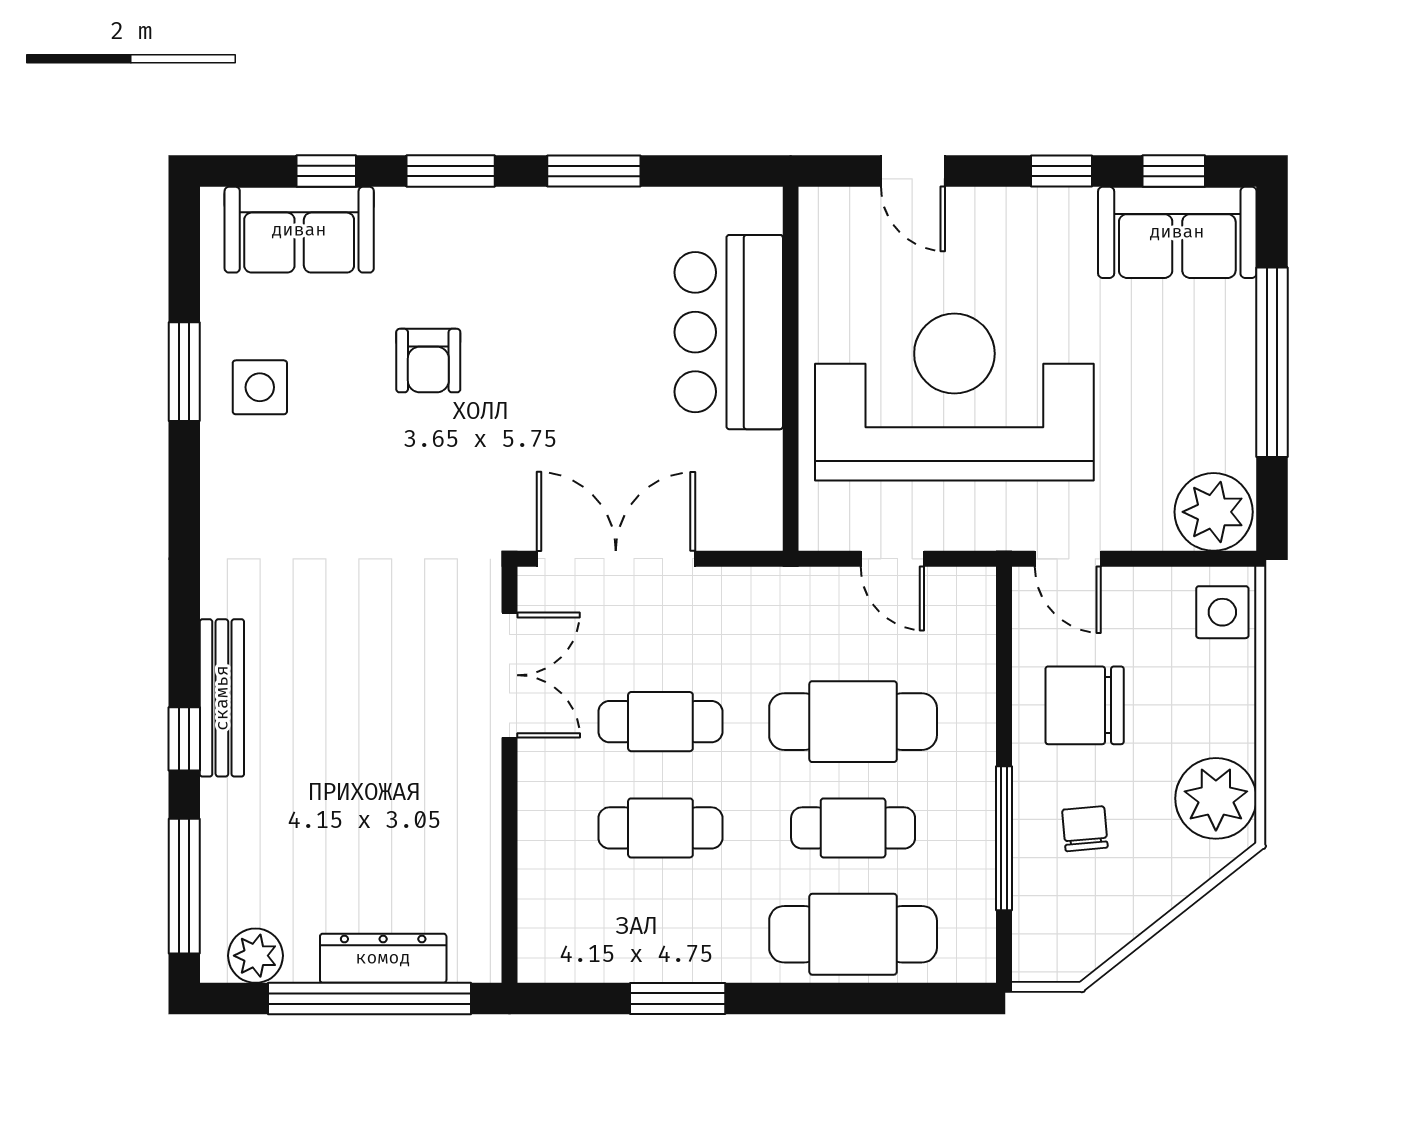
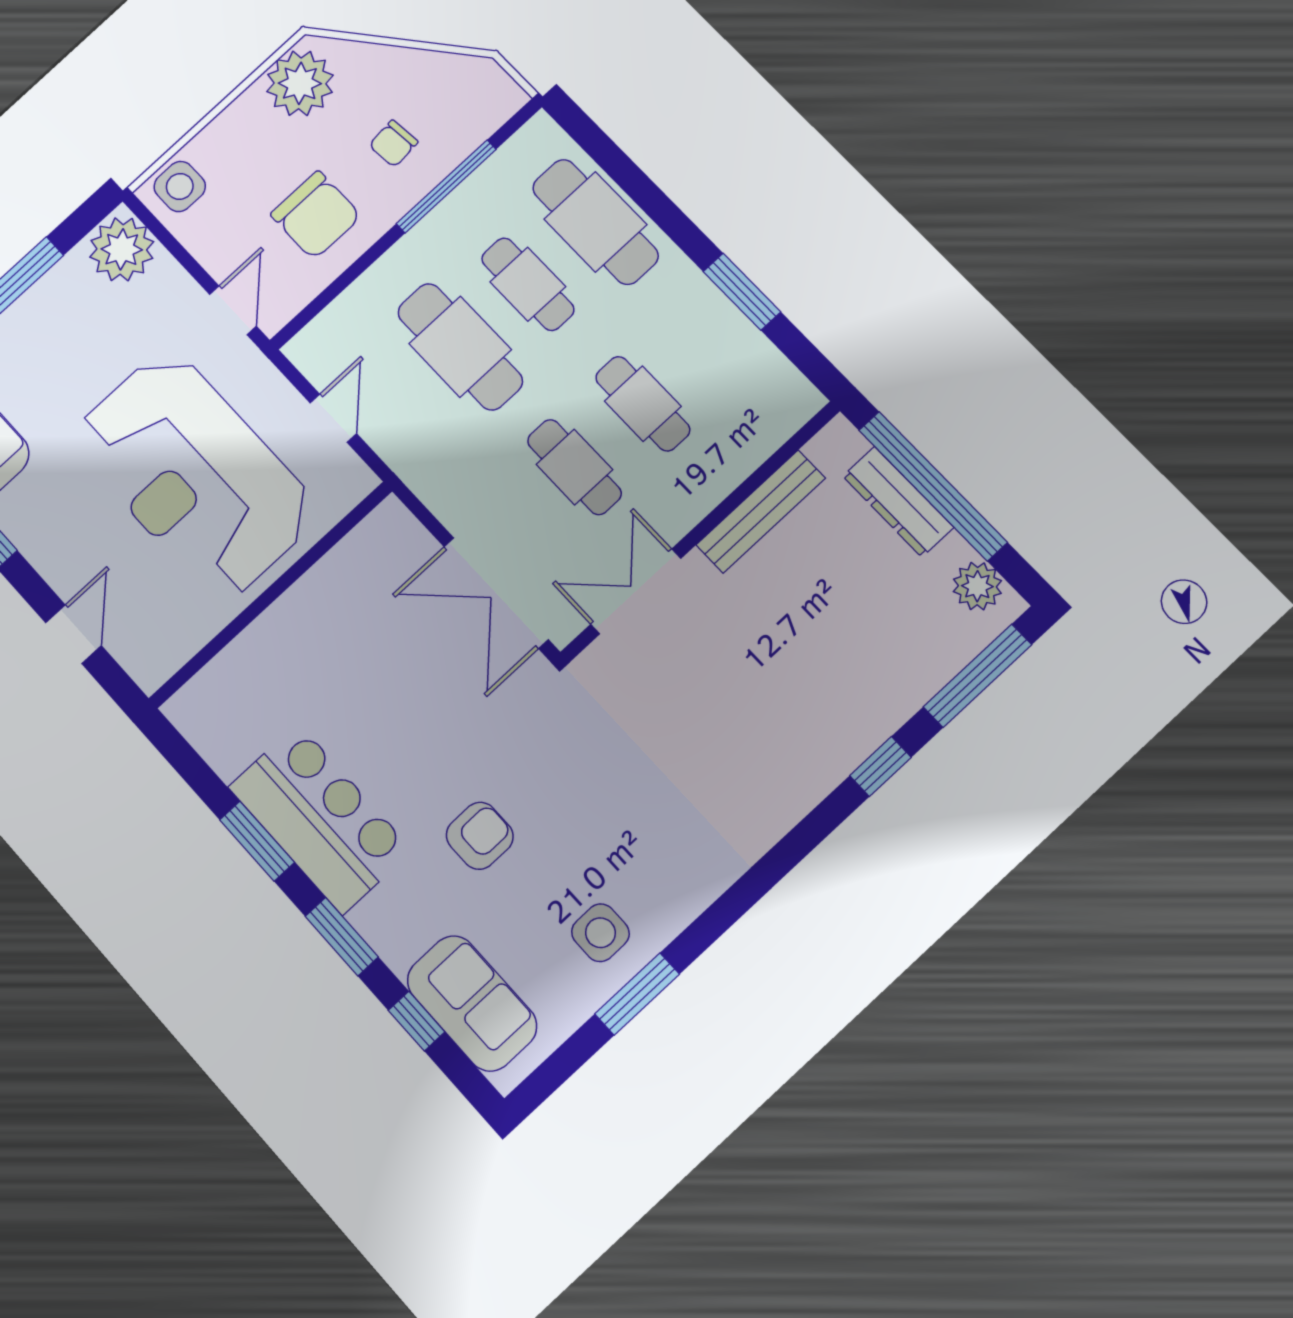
bar counter: (729, 332) -> (320, 819), moved, turned -90
bench: (222, 698) -> (761, 512), moved

